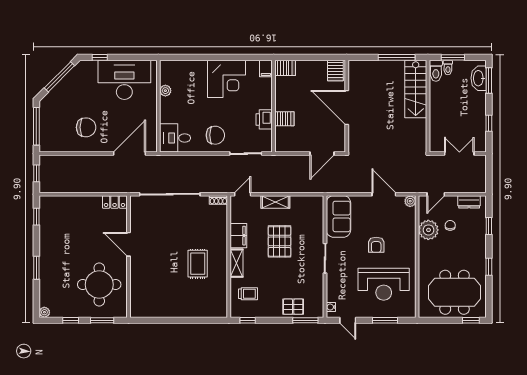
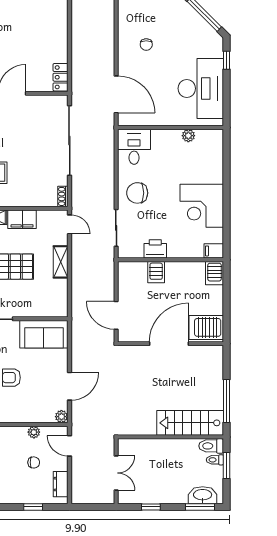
server rack: (335, 70) -> (206, 327), width x1.36, depth x1.44
chair: (86, 127) -> (146, 45), width x0.54, depth x0.54
chair: (215, 135) -> (137, 193), turned 90
plant: (428, 230) -> (34, 432), width x0.53, depth x0.53

